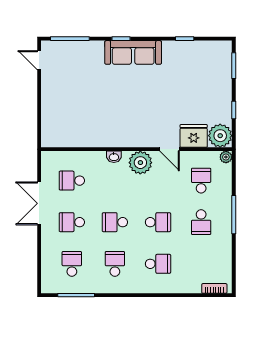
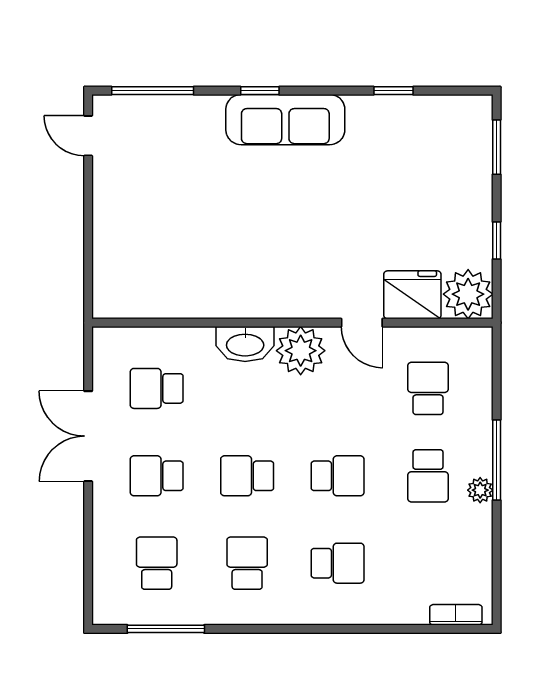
washbasin: (114, 157) -> (245, 344), width x1.91, depth x1.45
plant: (226, 157) -> (480, 490), moved

